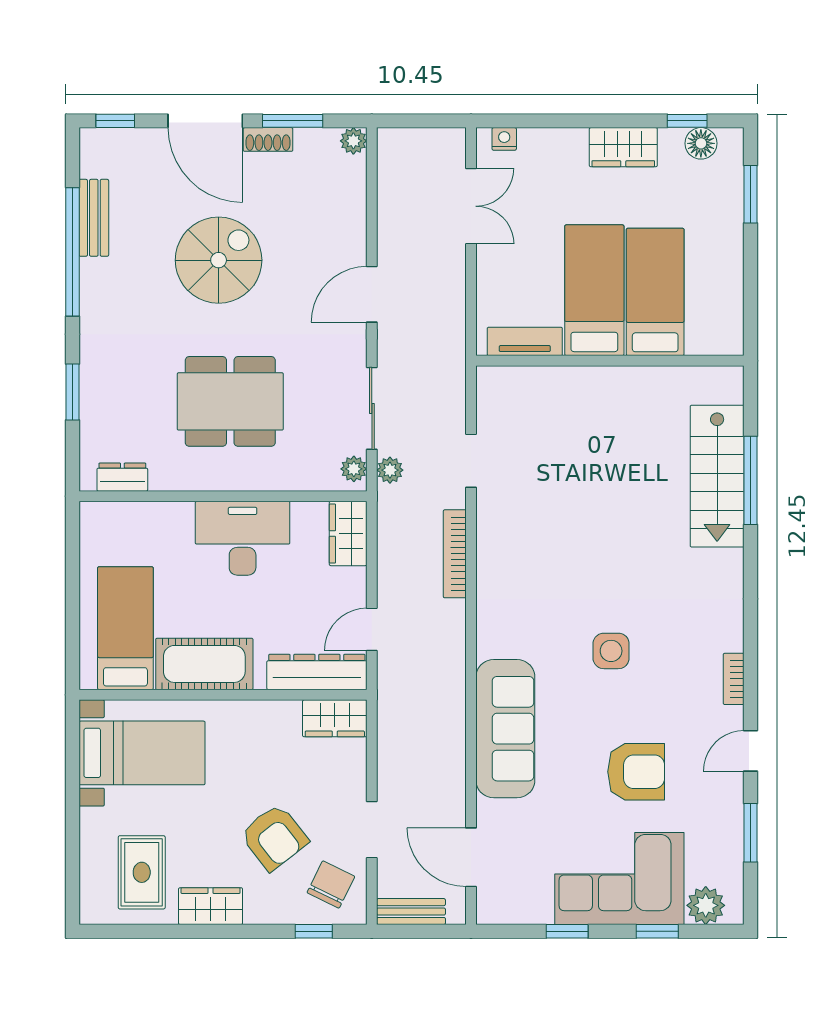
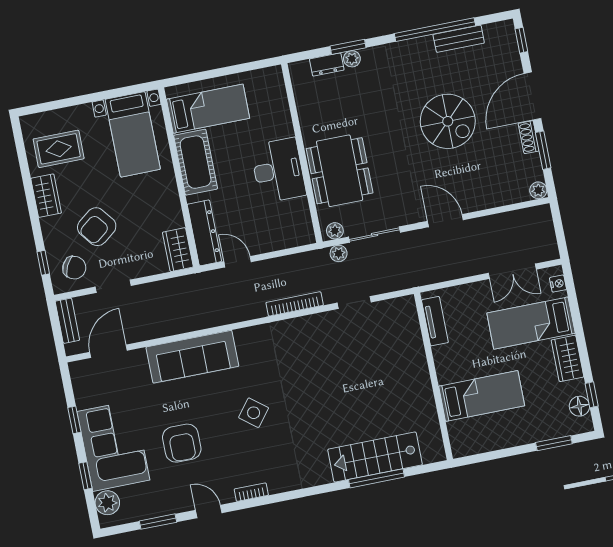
bed: (594, 290) -> (531, 323), moved, turned 180
plant: (92, 390) -> (352, 59), added
dining table: (230, 401) -> (340, 171), moved
dresser: (122, 477) -> (327, 65), moved, turned 90
wardrobe: (348, 534) -> (294, 235), removed
side table: (611, 651) -> (254, 413), turned 38

